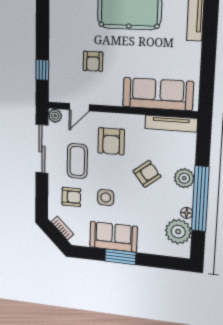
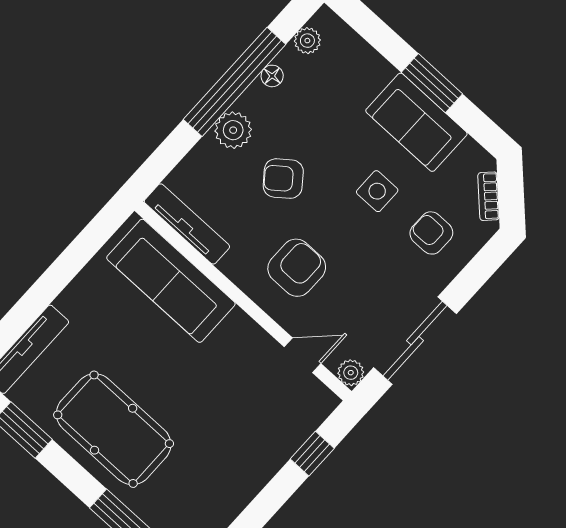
armchair: (93, 61) -> (226, 403), removed
coffee table: (77, 161) -> (375, 279), removed
plant: (178, 232) -> (307, 41), width x0.53, depth x0.53

